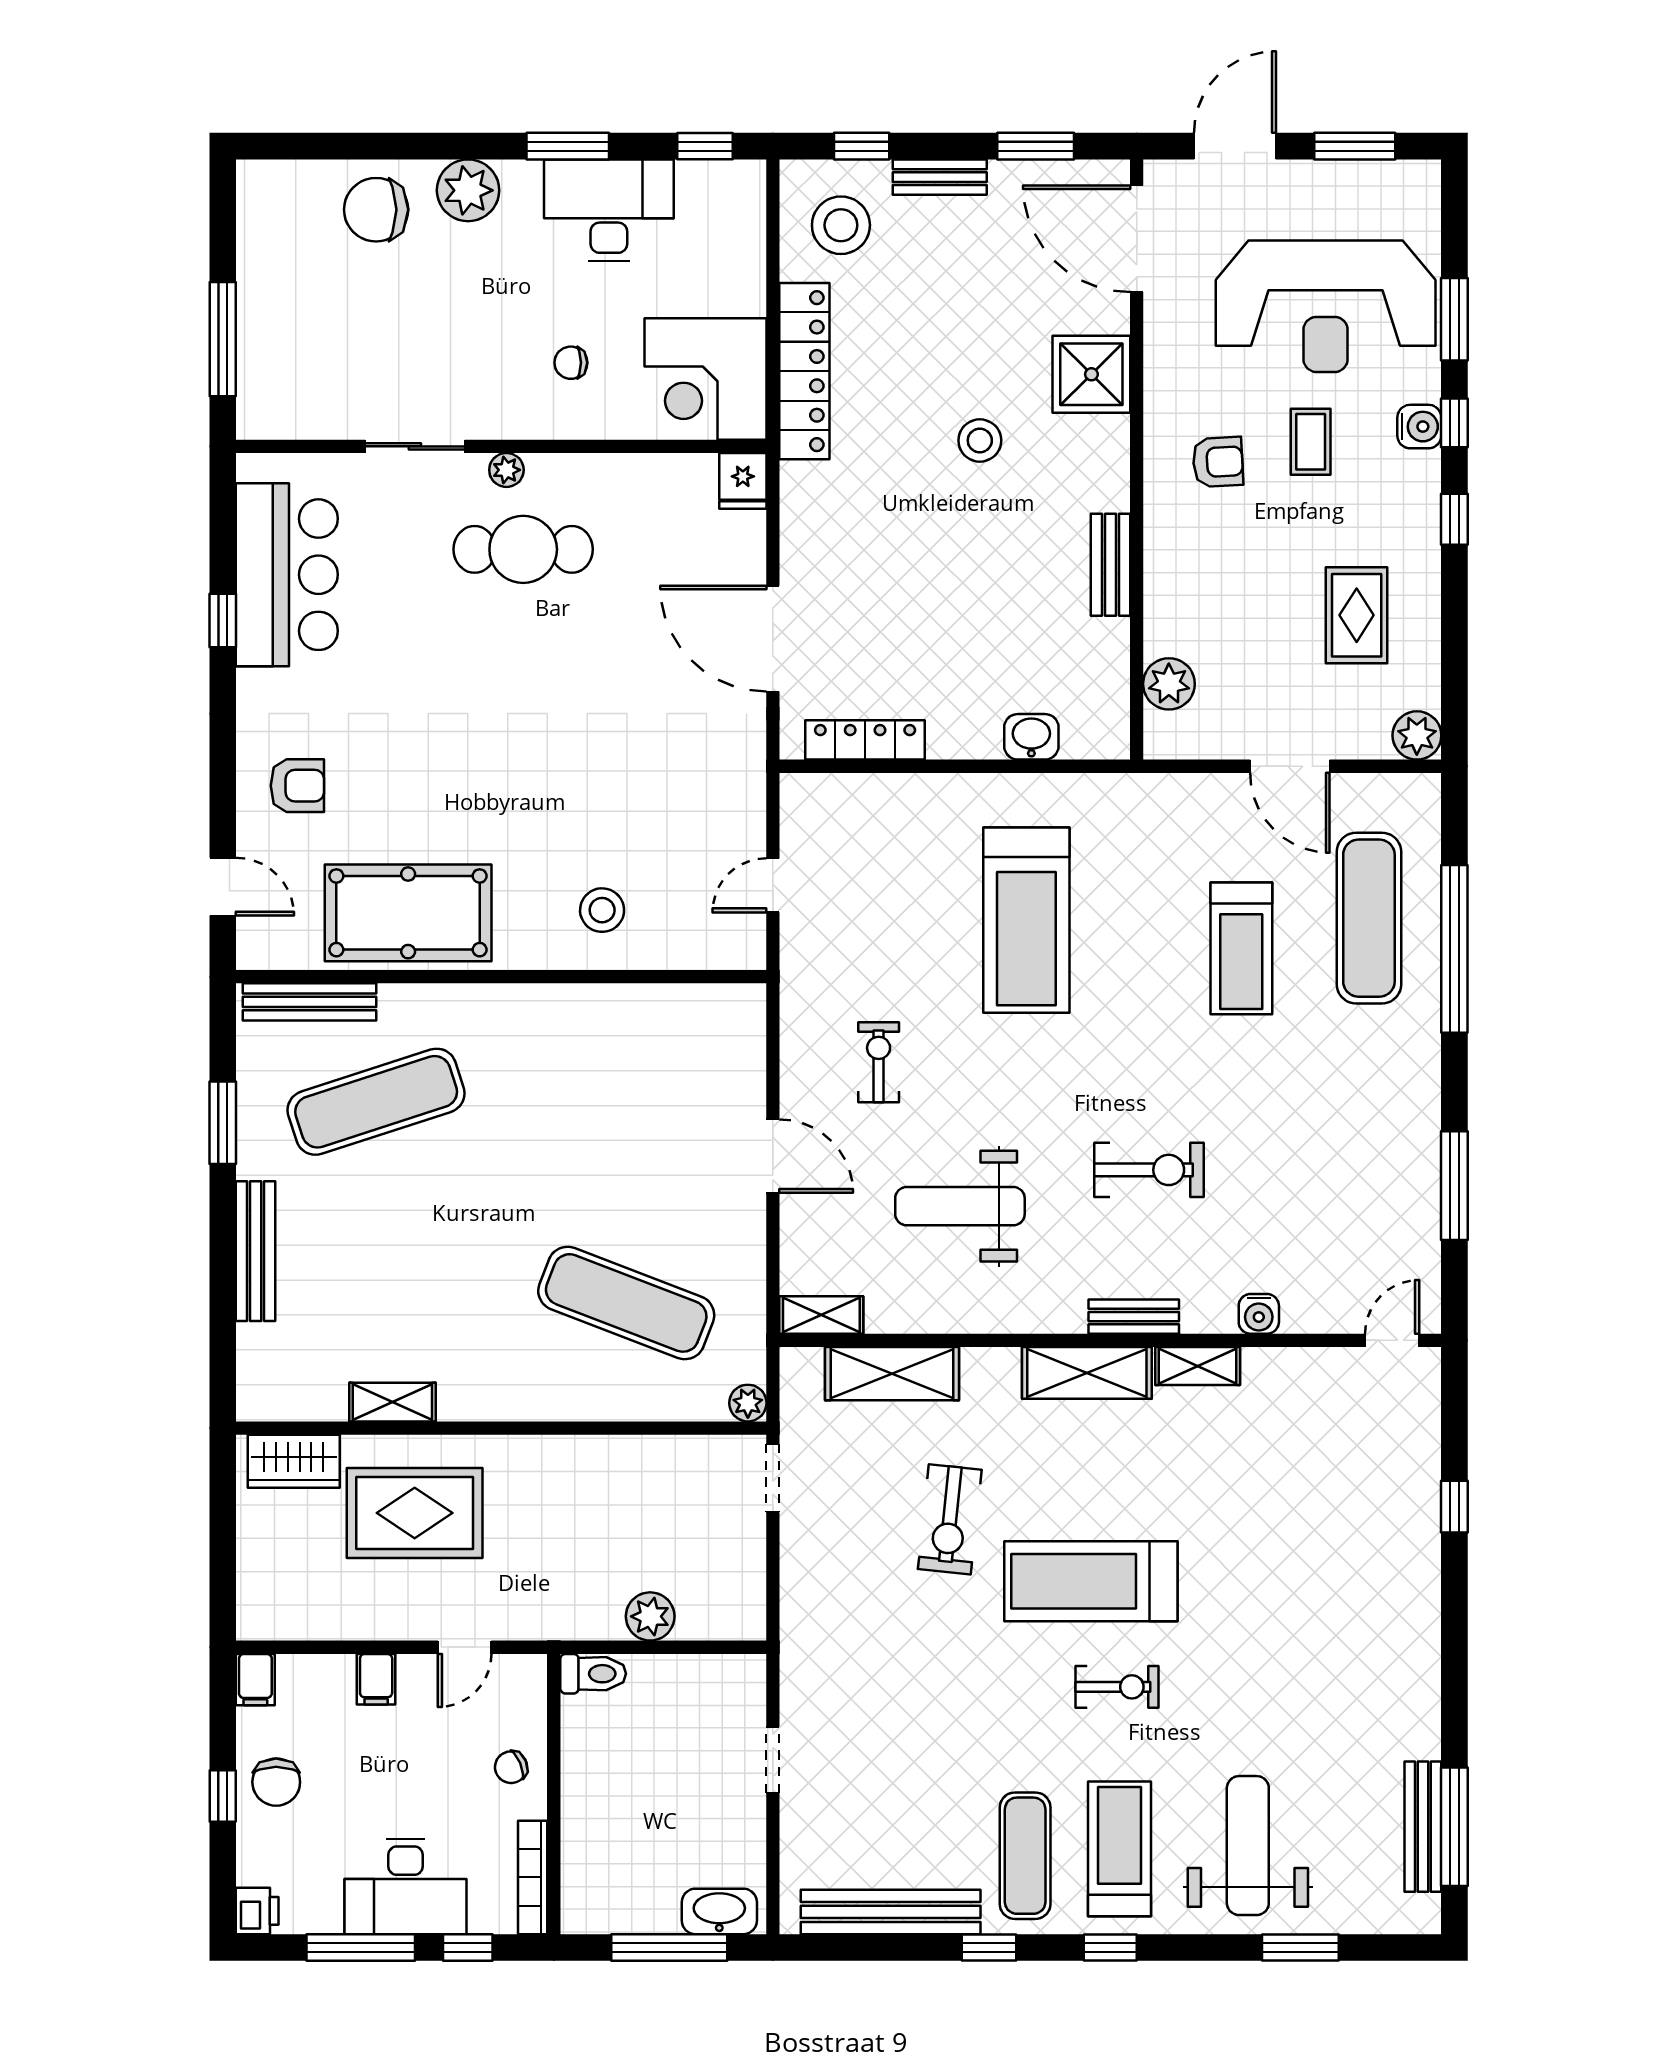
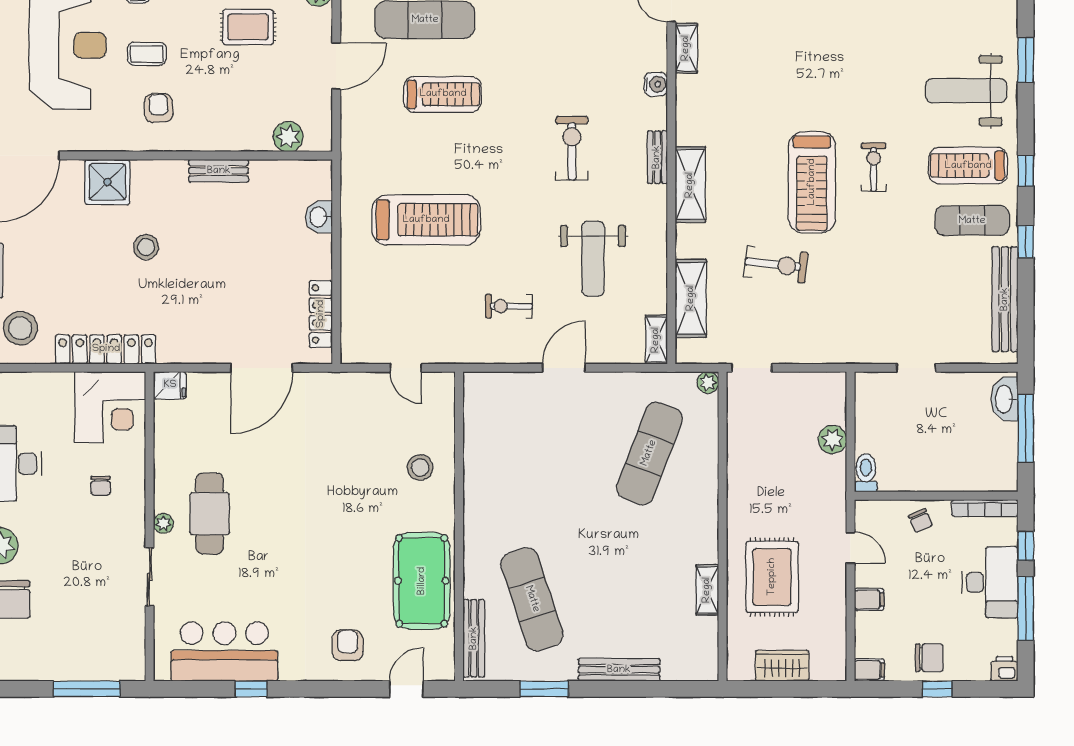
shelving: (1198, 1366) -> (686, 48), moved
wardrobe: (294, 1461) -> (782, 666), moved, turned -90

